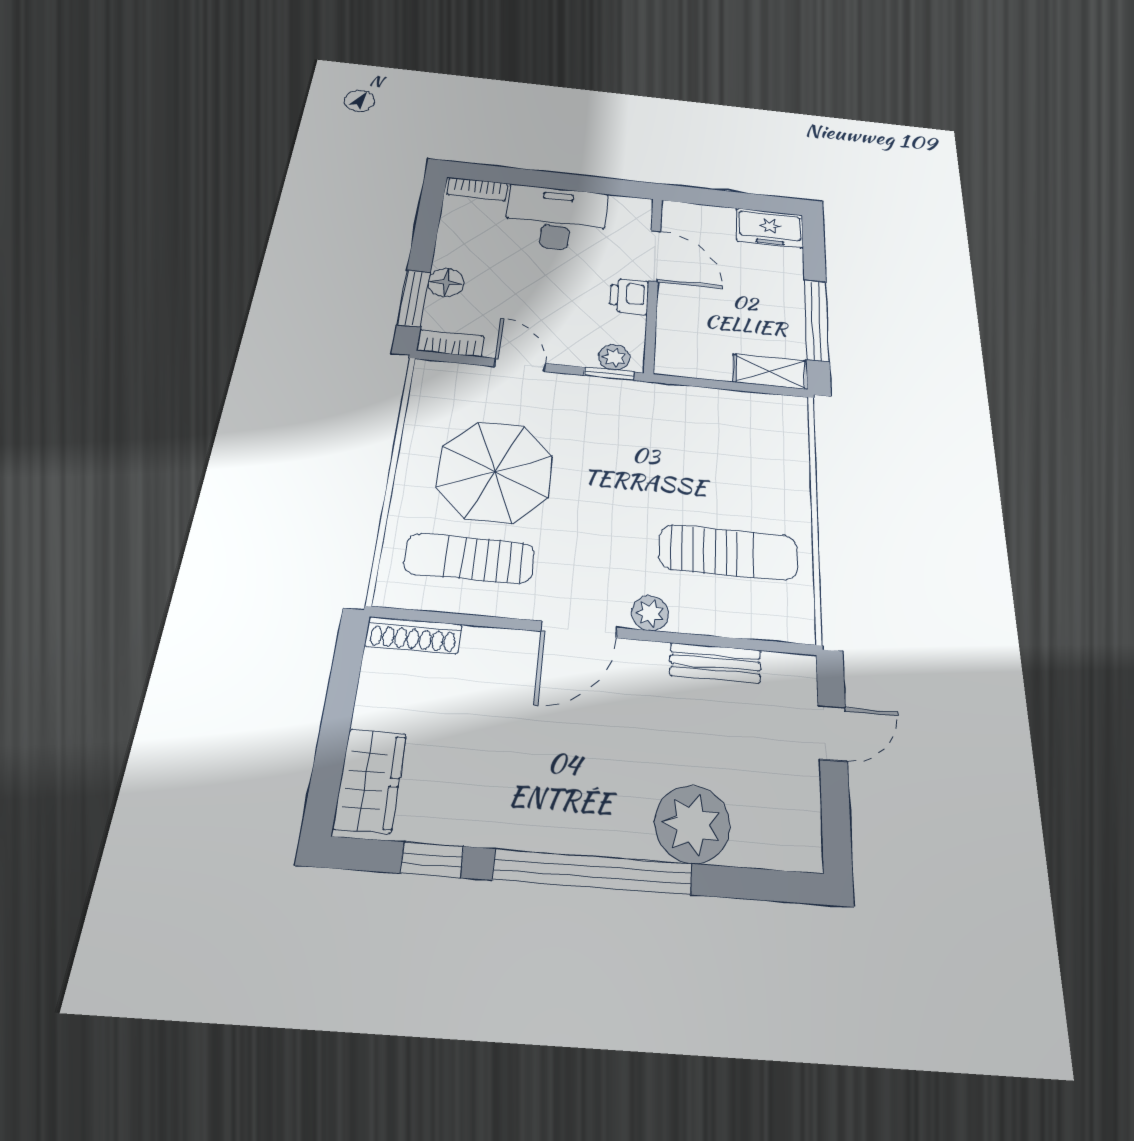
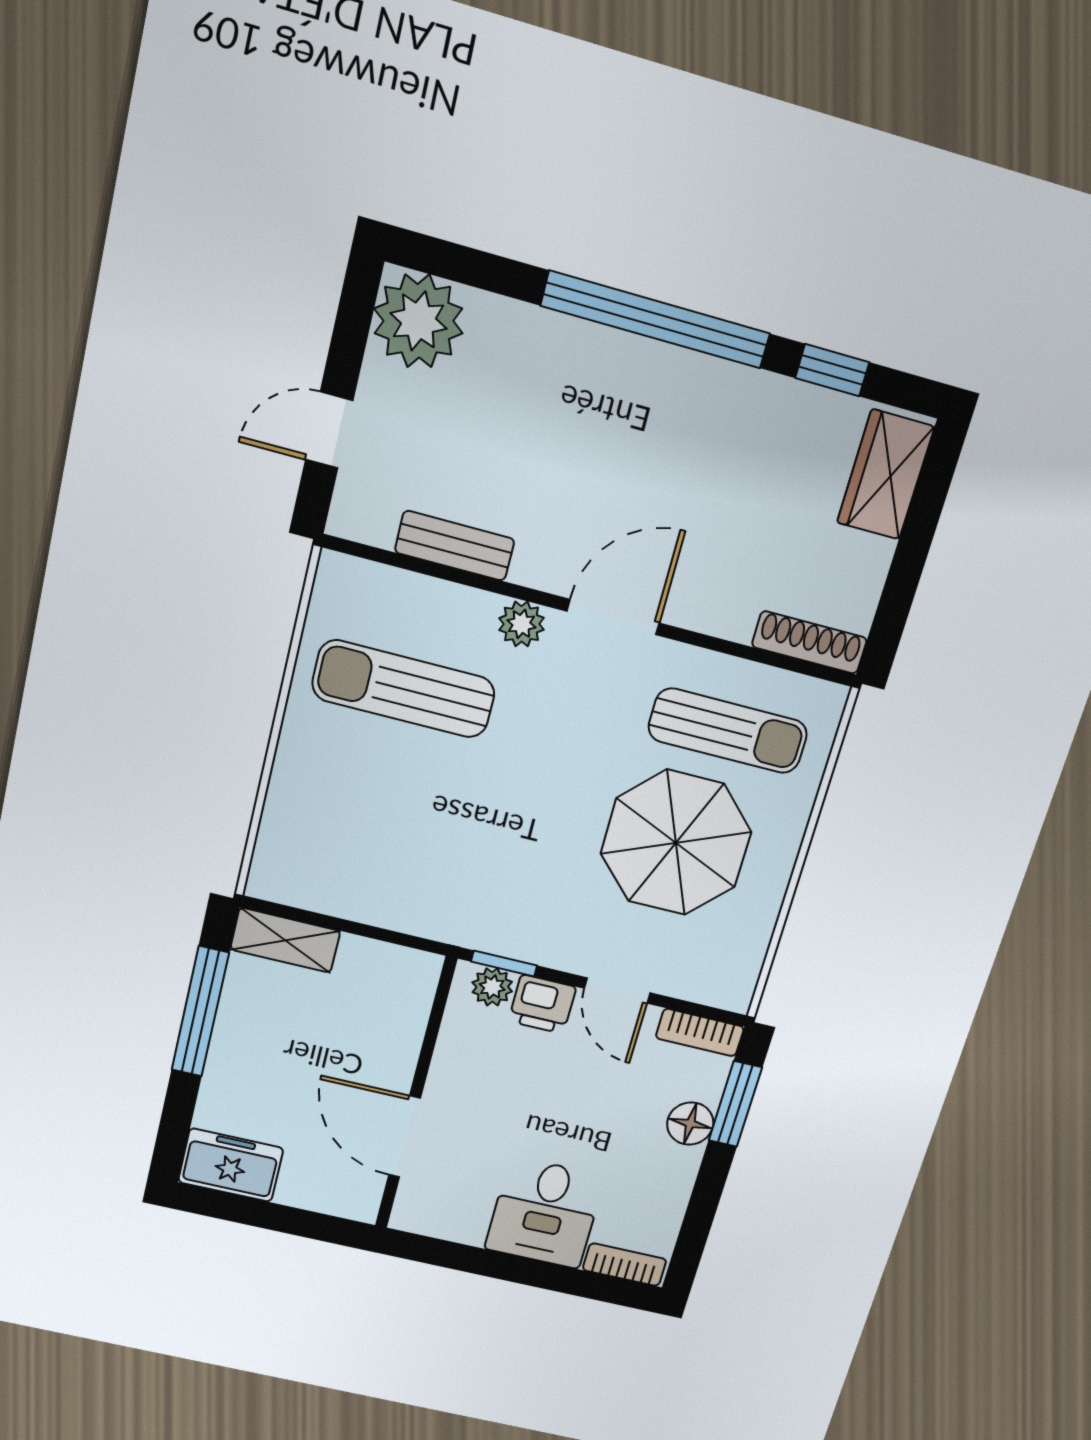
desk: (556, 218) -> (545, 1213), width x0.73
printer: (629, 296) -> (542, 1004), moved, turned 90
plant: (692, 824) -> (418, 321), moved

